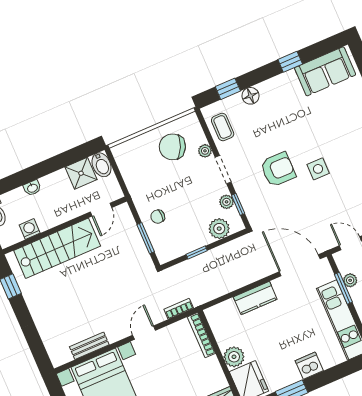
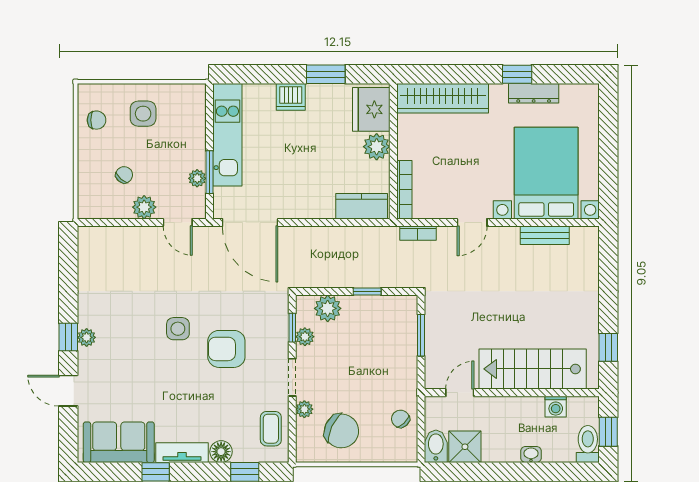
tv unit: (278, 83) -> (182, 453), added
chair: (158, 217) -> (400, 419), moved, turned -133
kitchen counter: (255, 298) -> (362, 206), moved

